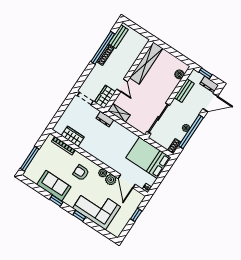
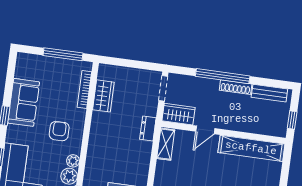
window: (141, 31) -> (292, 120), added
window: (103, 48) -> (223, 76), moved
window: (30, 159) -> (63, 54), moved

